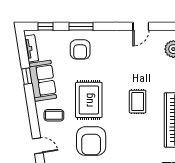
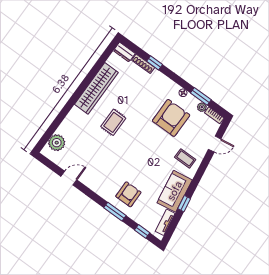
rug: (89, 100) -> (150, 151), removed
door: (38, 146) -> (215, 144), swing flipped

